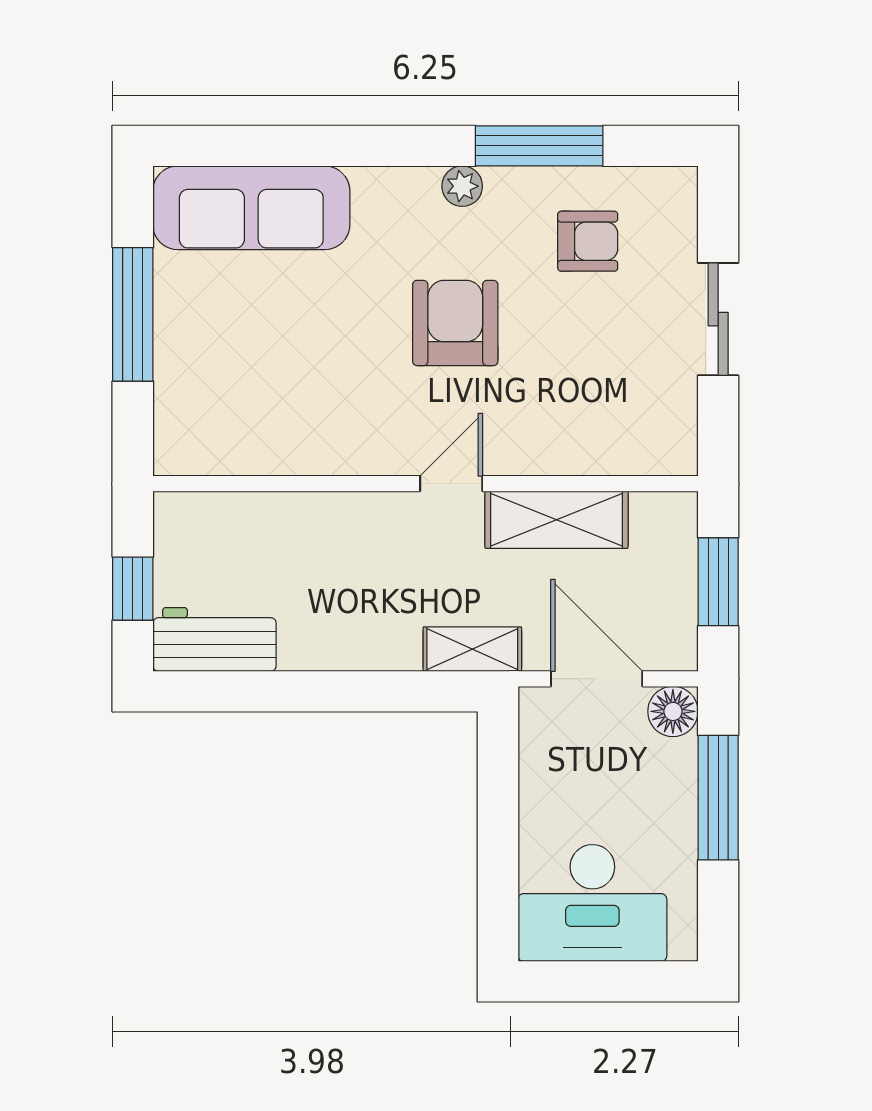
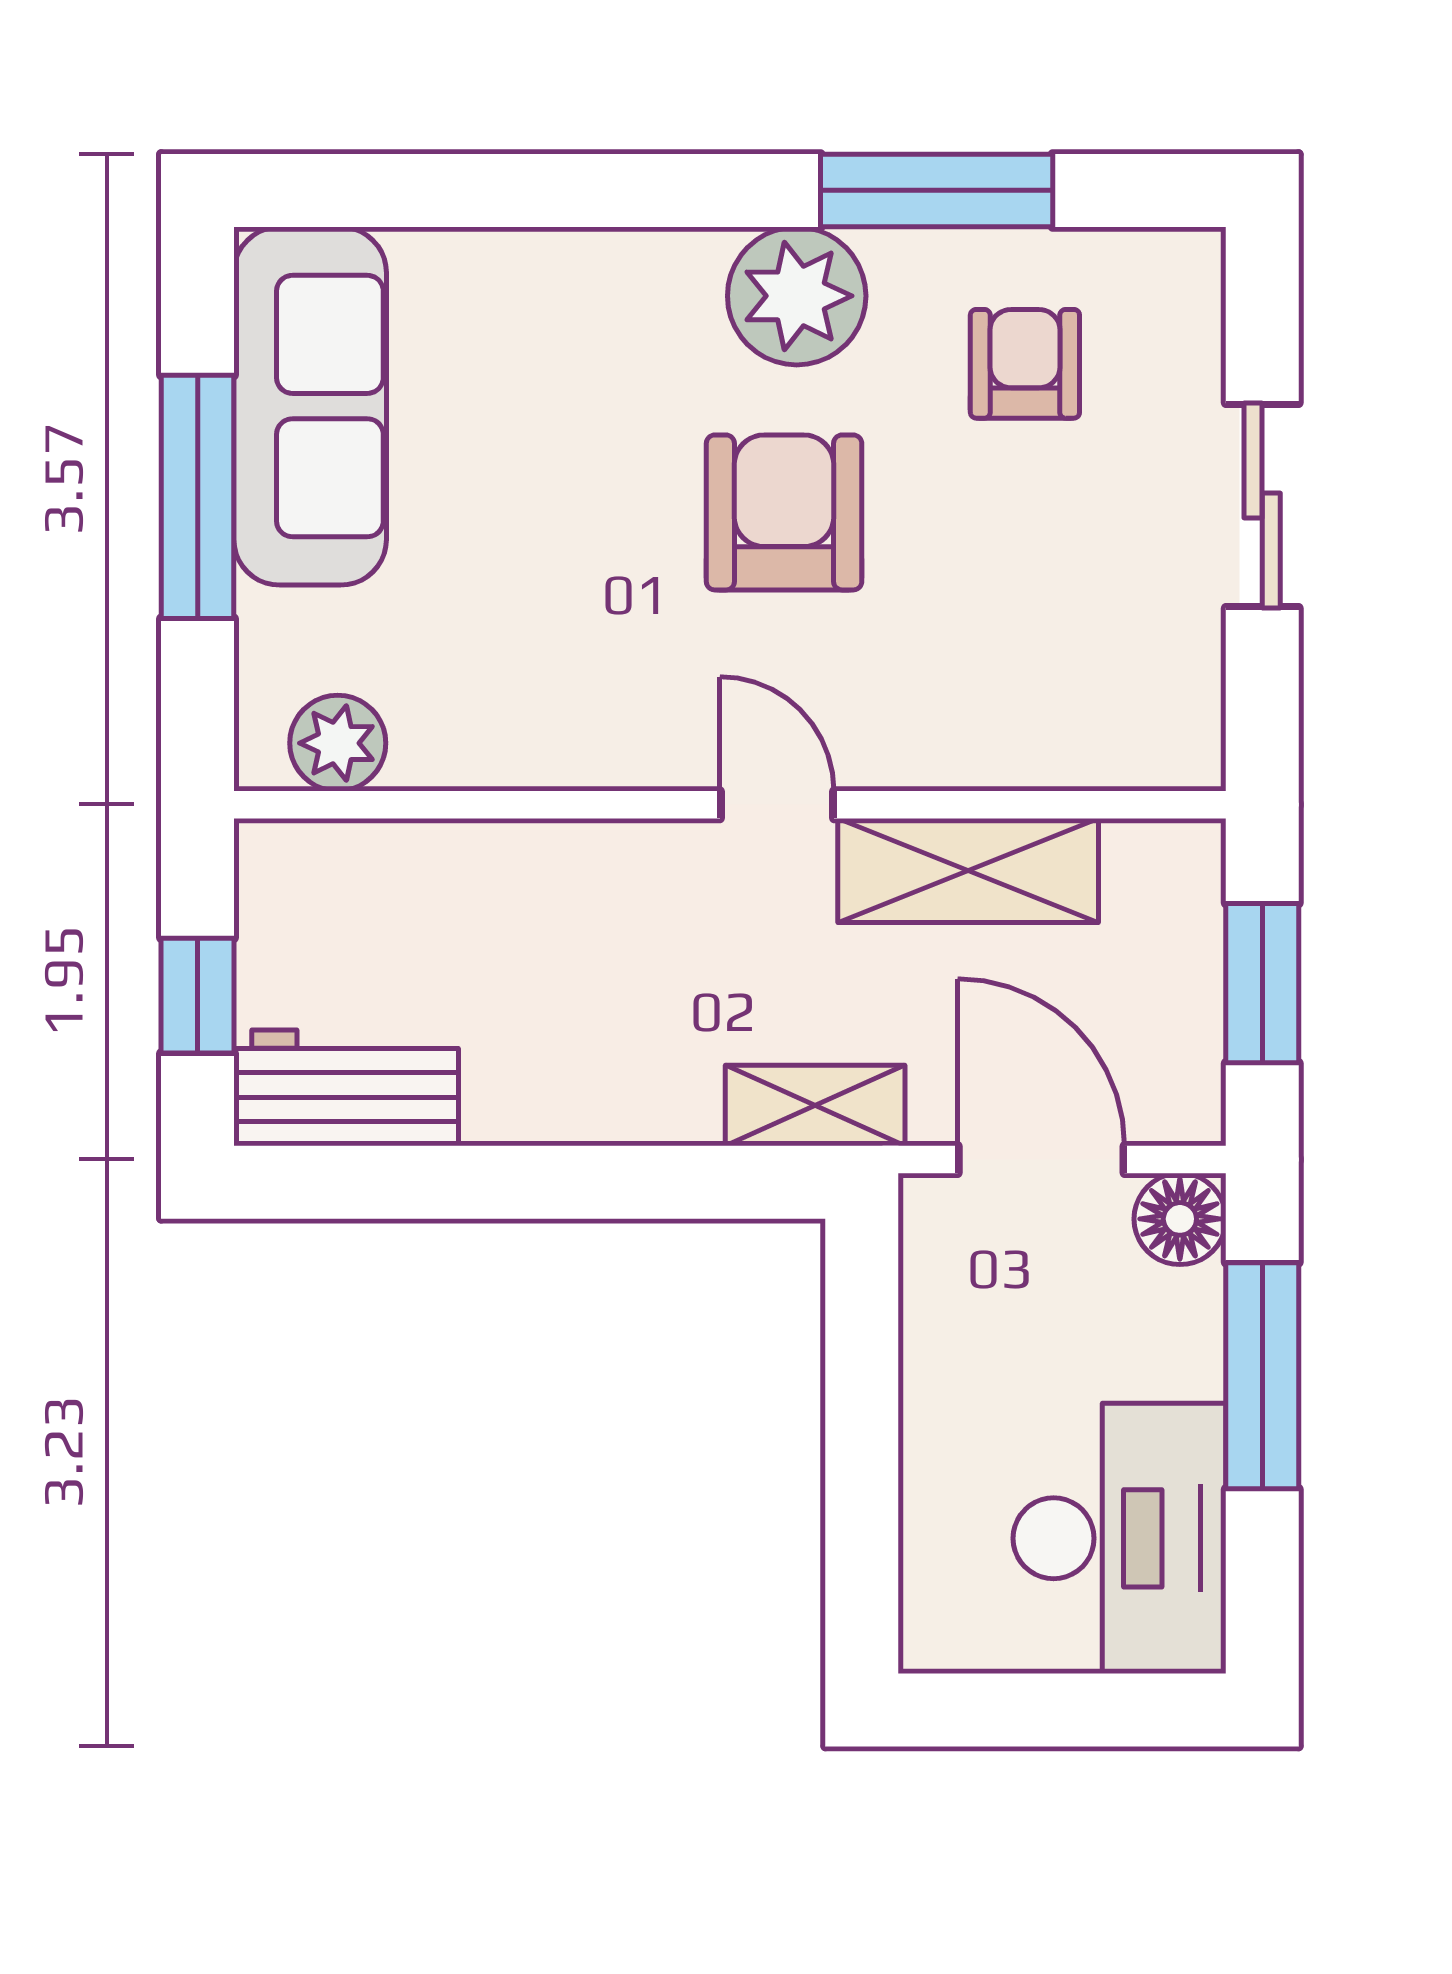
plant: (462, 186) -> (797, 296), width x1.87, depth x1.87
sofa: (251, 208) -> (310, 406), moved, turned -90
armchair: (588, 241) -> (1025, 364), turned -90
plant: (210, 450) -> (338, 743), added
door: (451, 484) -> (777, 805), hinge flipped
desk: (592, 903) -> (1119, 1538), moved, turned -90

